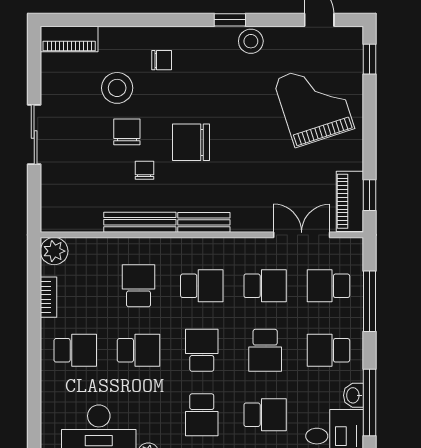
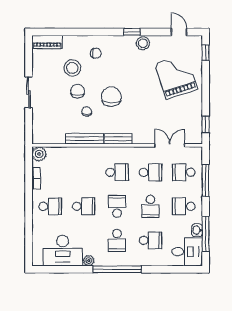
chair: (191, 142) -> (111, 97), turned 90
piano: (350, 201) -> (195, 128), removed
school desk: (138, 286) -> (84, 172), removed

